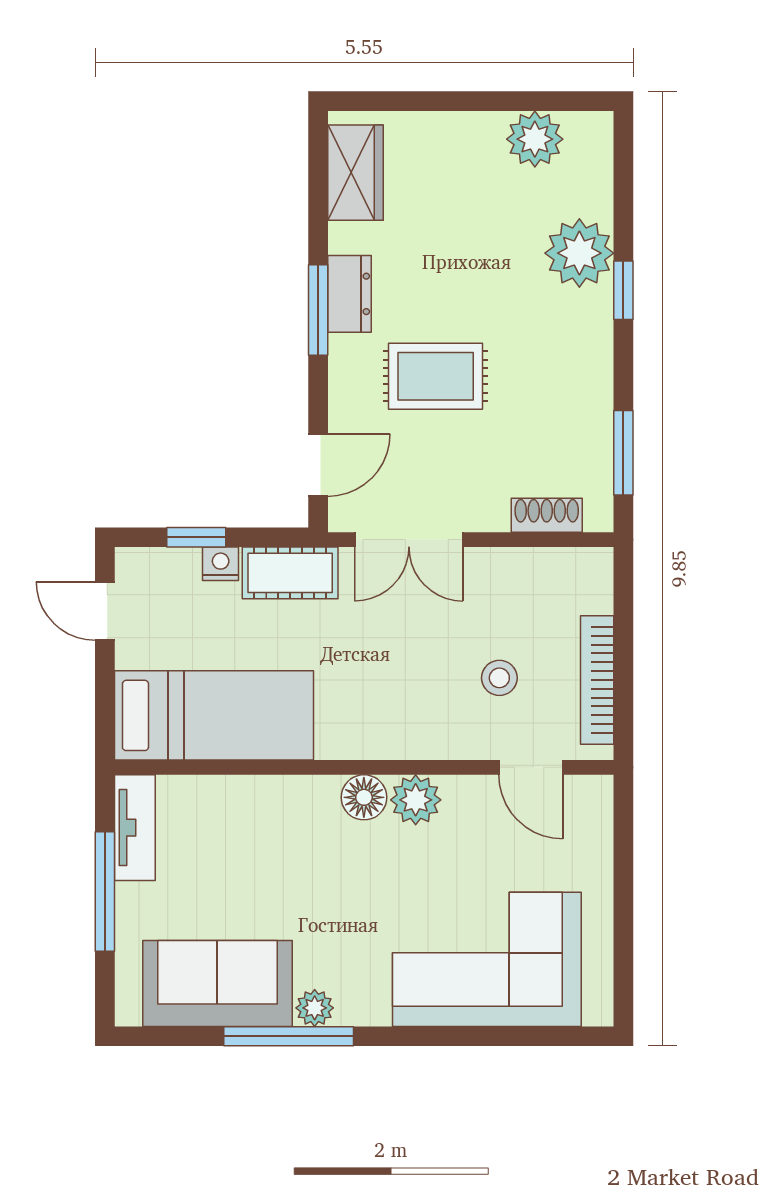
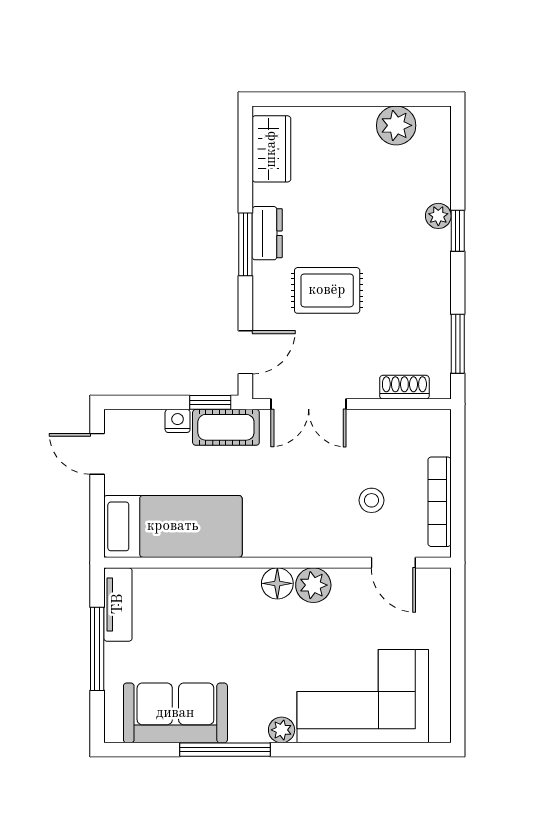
plant: (579, 253) -> (438, 216), width x0.53, depth x0.53
window: (196, 537) -> (210, 402), moved
plant: (315, 1008) -> (282, 730), moved

